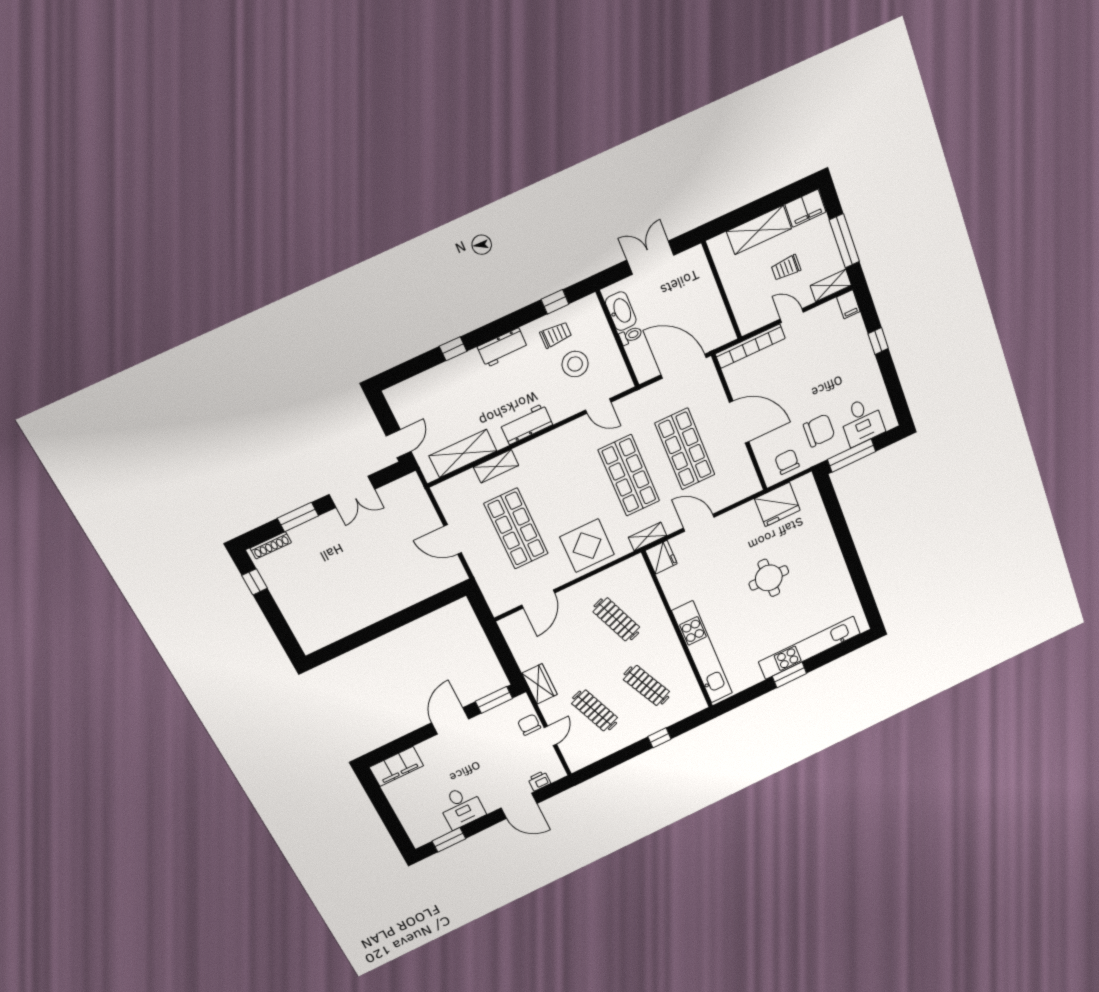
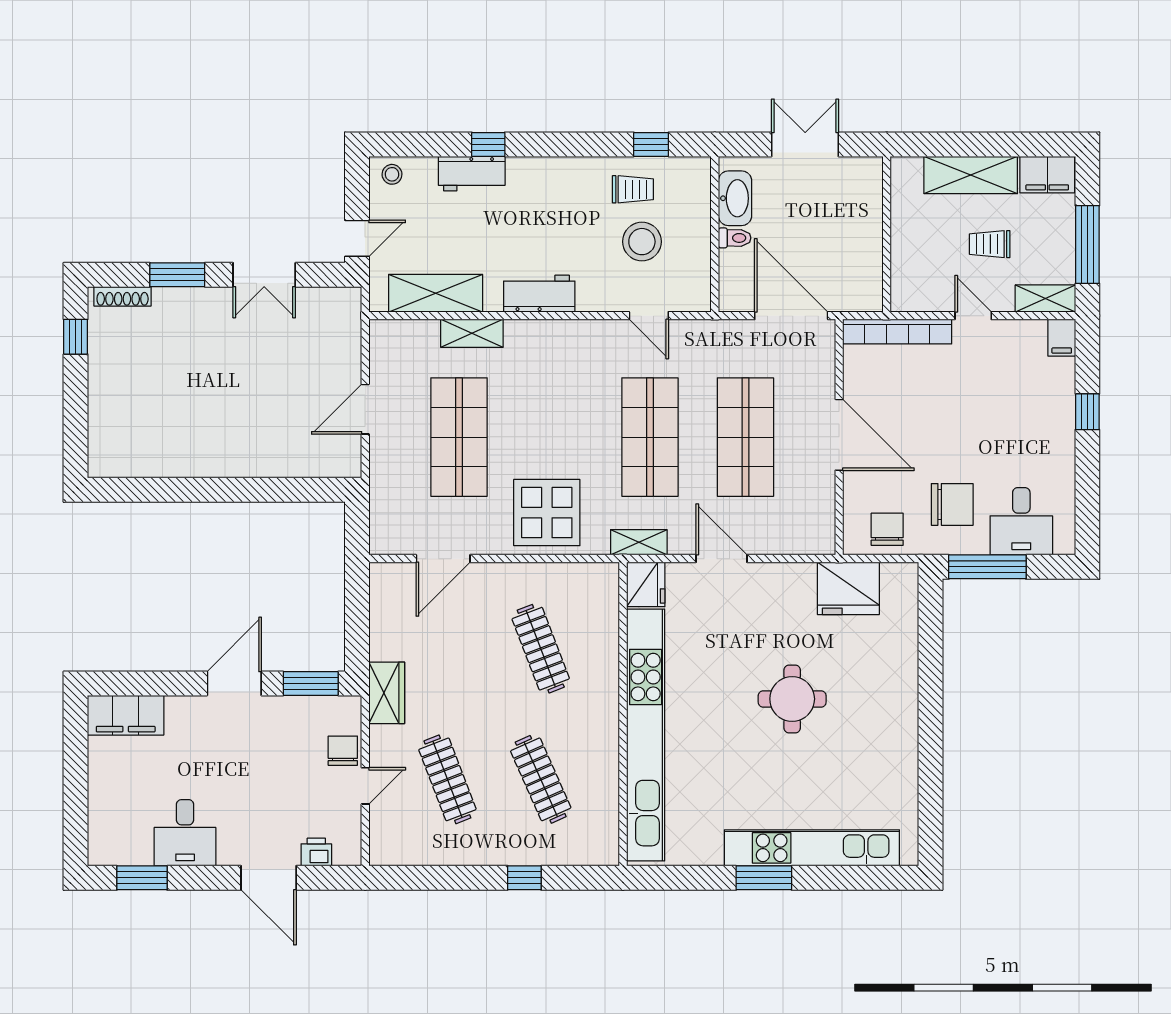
workbench: (503, 348) -> (472, 174), moved
stool: (401, 395) -> (392, 174), added
door: (453, 539) -> (365, 409), hinge flipped
kitchen unit: (702, 652) -> (646, 735), width x1.36

